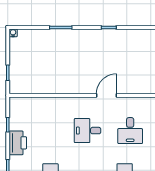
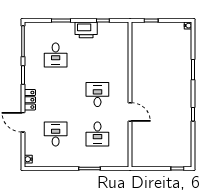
desk: (130, 131) -> (97, 134), turned -90

